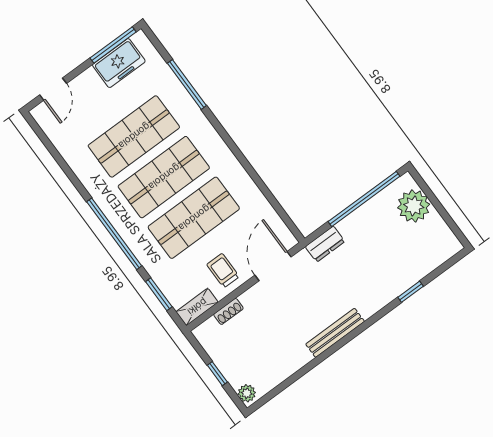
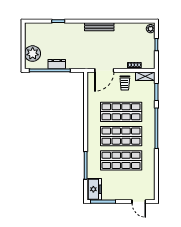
freezer: (119, 63) -> (94, 189), moved, turned 90
door: (53, 89) -> (139, 202), swing flipped
dresser: (325, 244) -> (57, 64), moved

